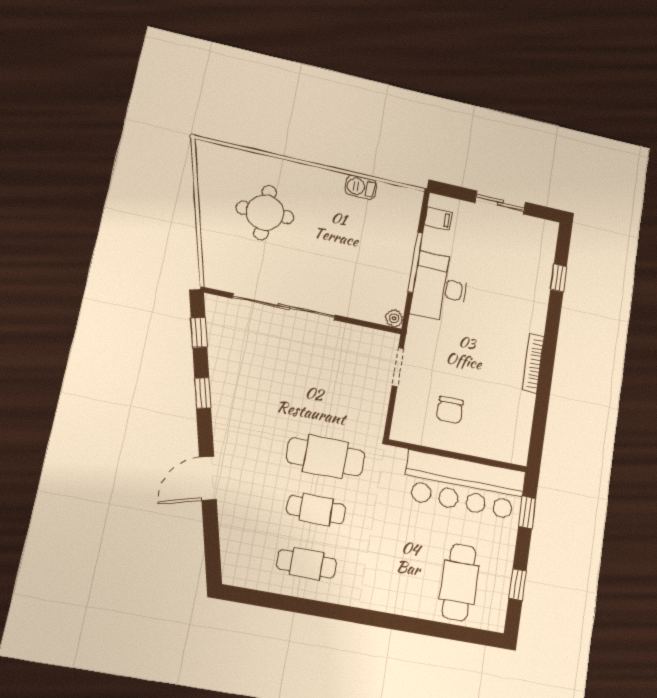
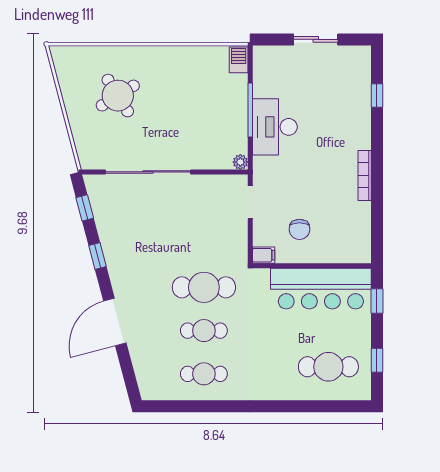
barbecue: (361, 187) -> (239, 60), moved, turned 90
round table: (265, 213) -> (118, 96), turned -32
filing cabinet: (438, 218) -> (264, 255), moved
door: (208, 478) -> (115, 322), width x1.36
cafe table: (459, 582) -> (328, 367), turned 90

